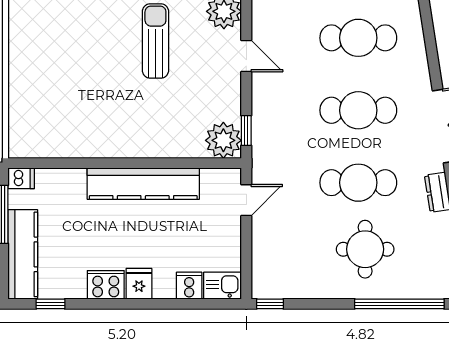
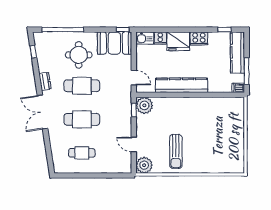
cafe table: (358, 38) -> (82, 153), width x0.73, depth x0.74
door: (246, 200) -> (134, 78), swing flipped
booth: (288, 275) -> (114, 43), added
fridge: (139, 284) -> (178, 41), width x1.88, depth x1.34

